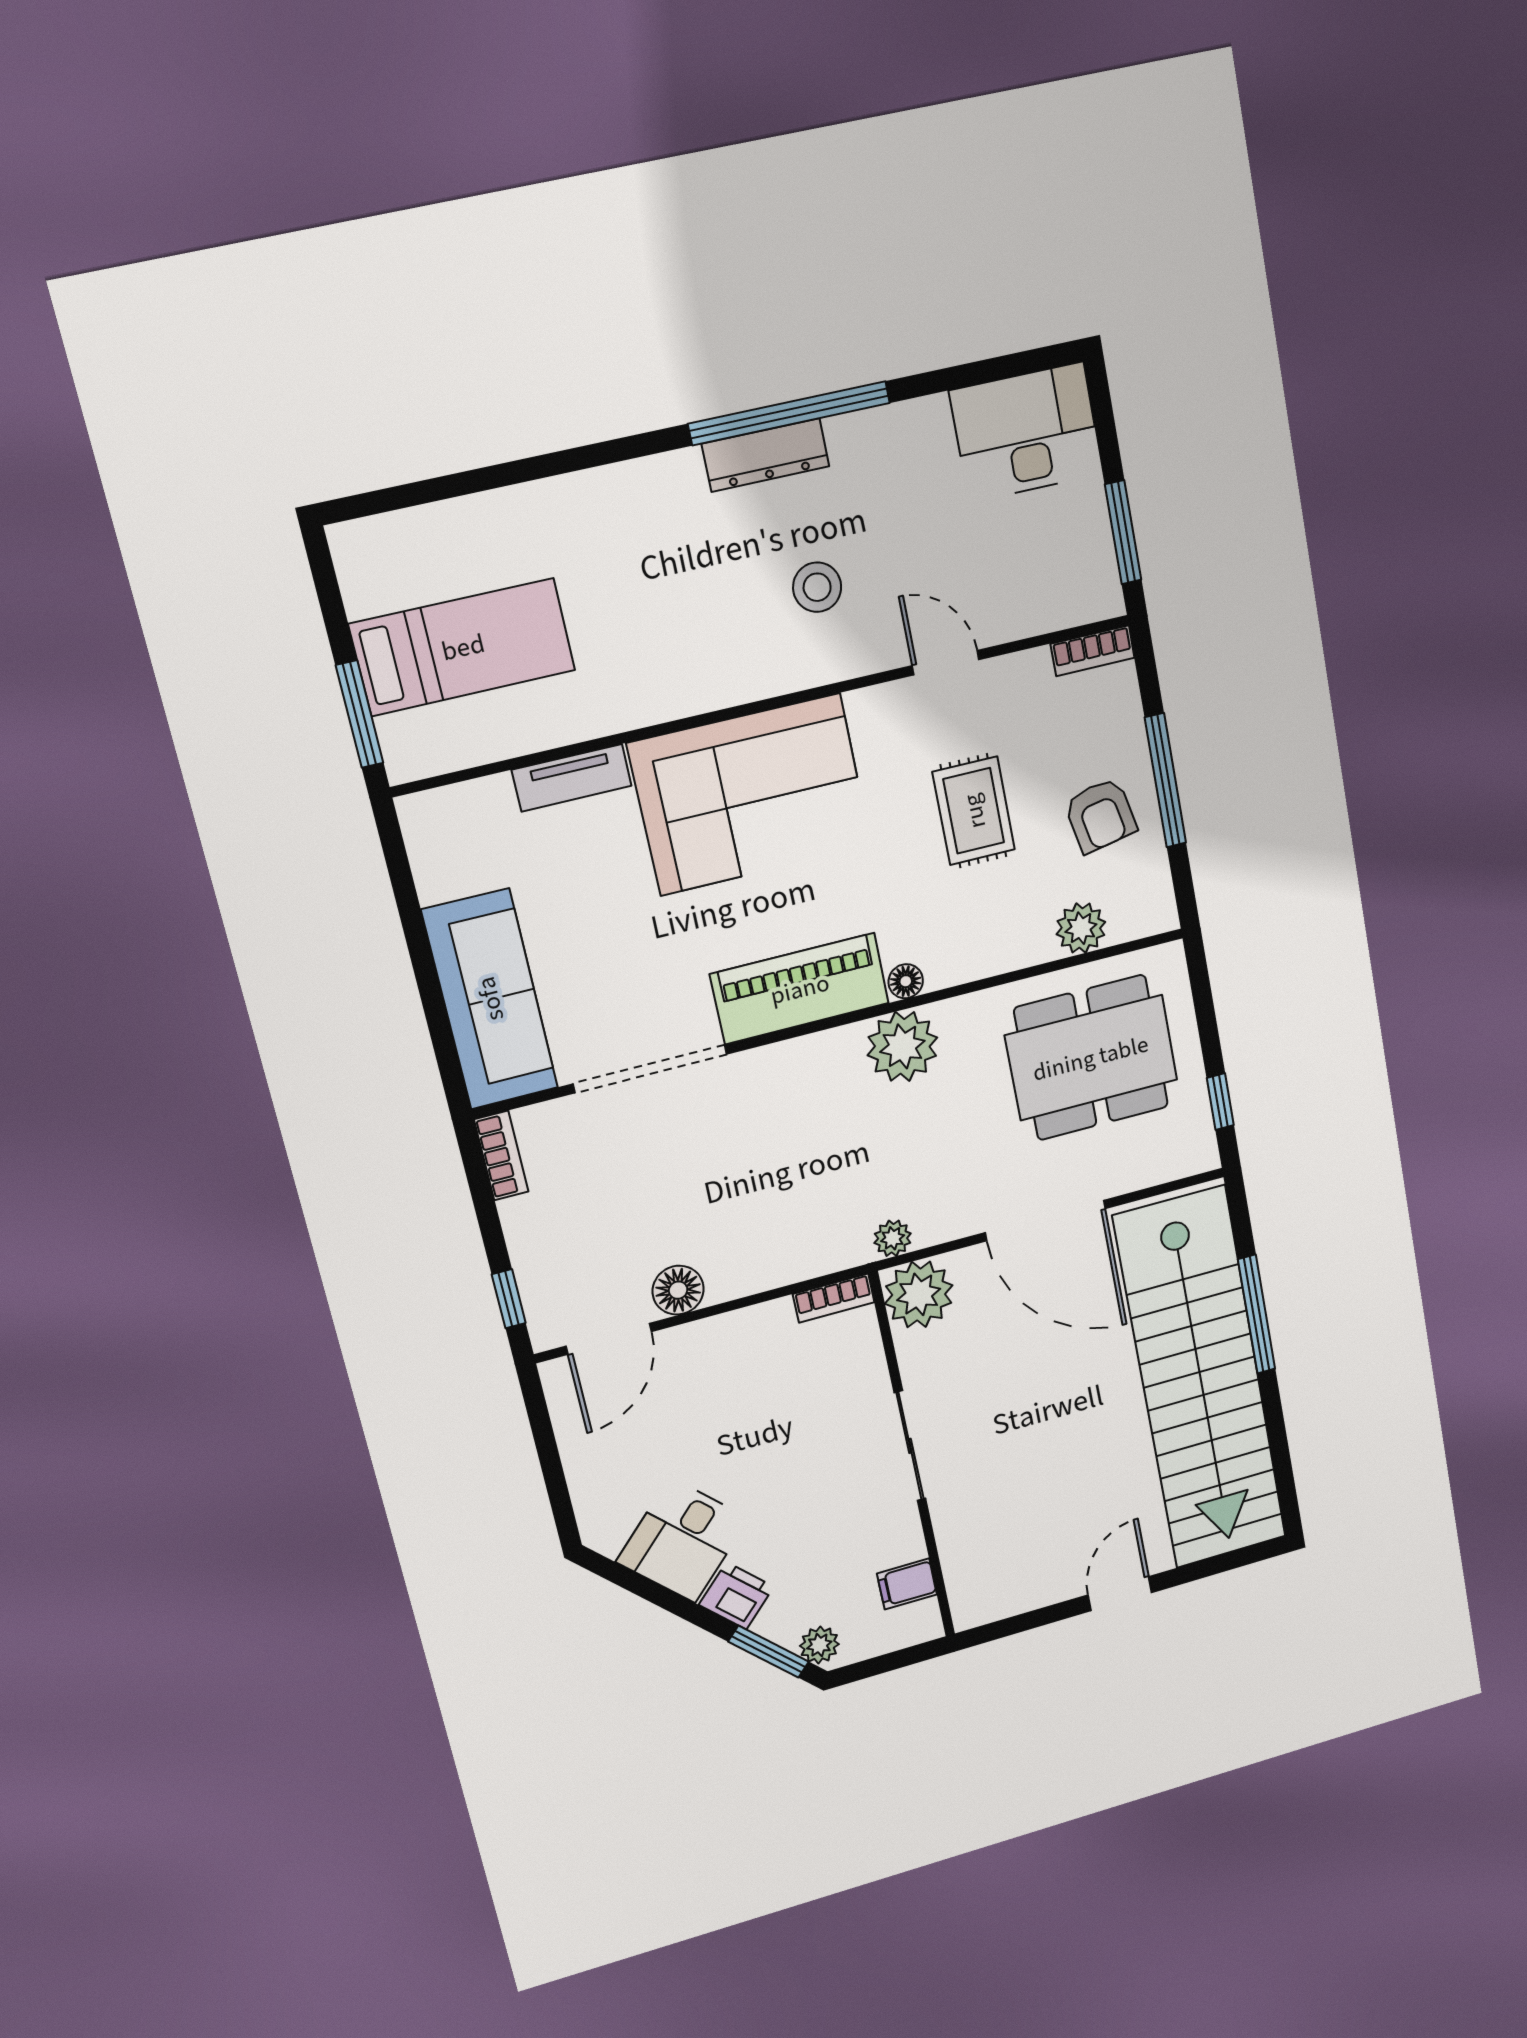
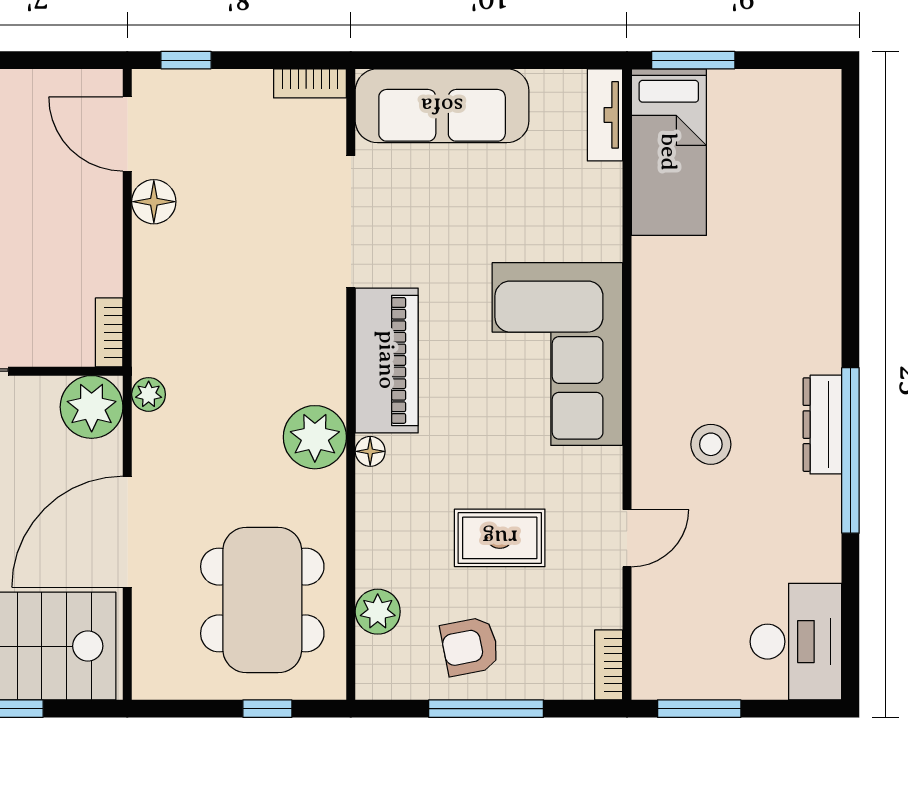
bed: (463, 647) -> (669, 152), moved
tv unit: (572, 778) -> (605, 115), moved
window: (1220, 1102) -> (267, 709), moved

